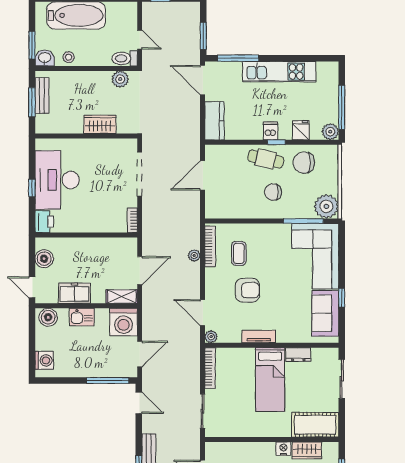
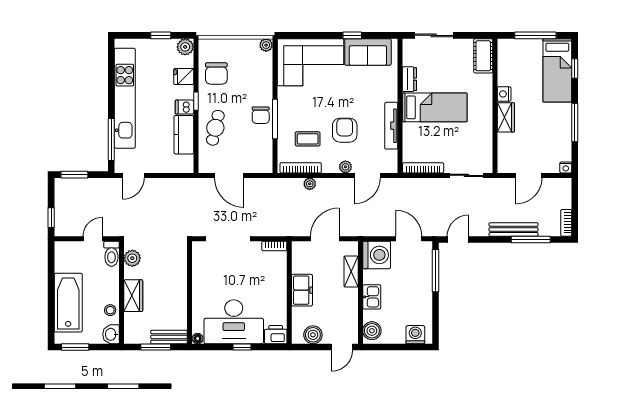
window: (203, 36) -> (74, 175), moved
window: (32, 45) -> (75, 347), moved
kitchen unit: (279, 72) -> (125, 98), width x1.36
door: (203, 80) -> (133, 175), width x0.73
bench: (42, 96) -> (169, 337), moved
window: (342, 107) -> (161, 35), width x0.46
kitchen counter: (214, 121) -> (184, 135), moved, turned -90
wardrobe: (100, 124) -> (133, 296), moved, turned 180
floor lamp: (40, 144) -> (198, 339), added
cafe table: (266, 159) -> (215, 128), moved
chair: (273, 192) -> (261, 115), moved
plant: (326, 206) -> (266, 45), width x0.53, depth x0.53
window: (303, 221) -> (275, 119), moved
door: (140, 270) -> (325, 239), hinge flipped
freezer: (74, 293) -> (302, 290), moved, turned 180
shelving: (122, 297) -> (351, 272), moved
tv unit: (259, 336) -> (391, 126), width x1.41
plant: (211, 337) -> (345, 167), moved
cot: (315, 425) -> (483, 56), width x0.73, depth x0.75
wardrobe: (307, 450) -> (506, 117), moved

